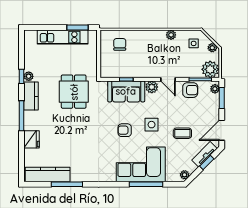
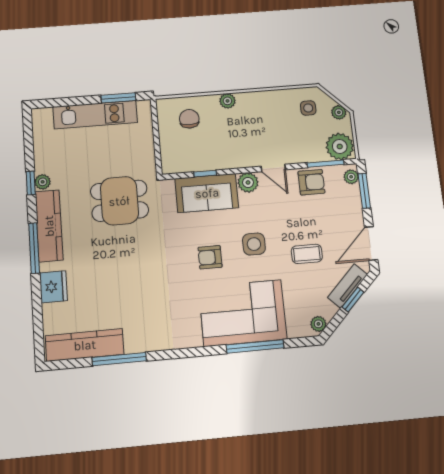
plant: (171, 35) -> (227, 101), moved
dining table: (74, 92) -> (119, 201), turned 90
kitchen counter: (31, 96) -> (49, 226), width x1.50

